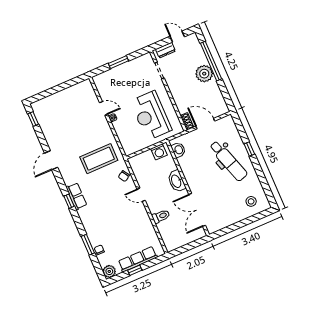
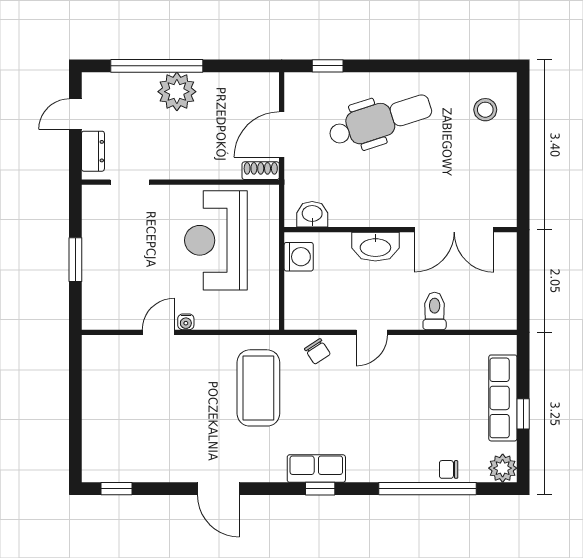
reception desk: (151, 116) -> (216, 240), turned 90
window: (249, 149) -> (328, 66), moved
window: (88, 245) -> (427, 489), width x2.11

